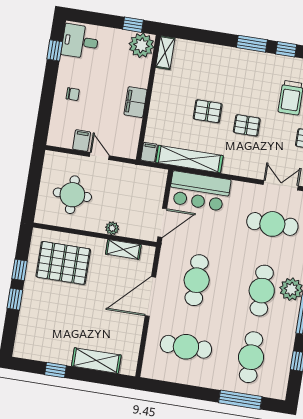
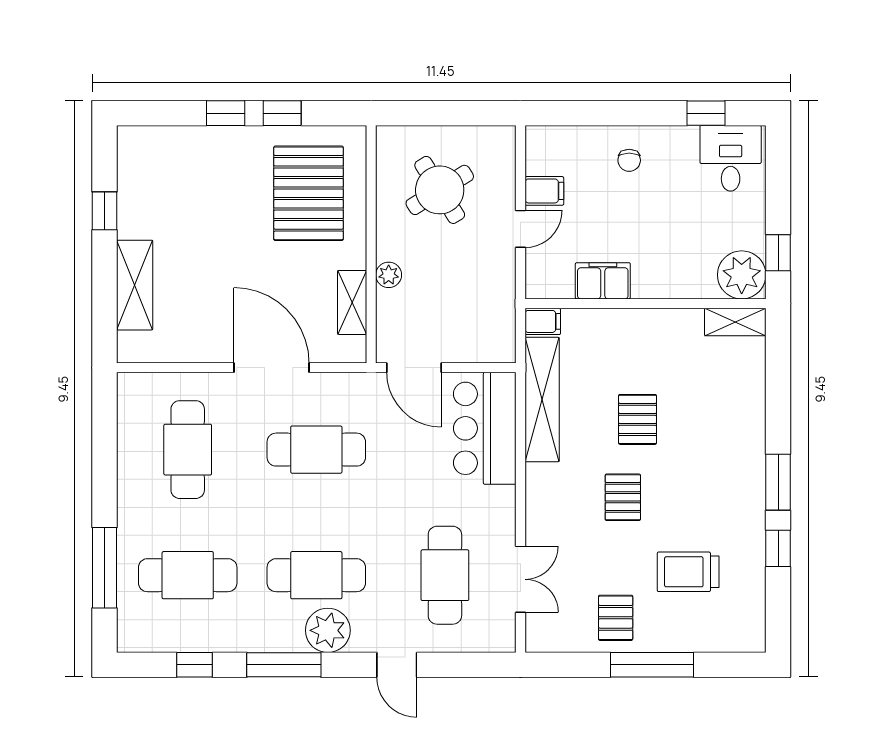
filing cabinet: (135, 102) -> (603, 281), moved
round table: (72, 195) -> (440, 190), turned -32

